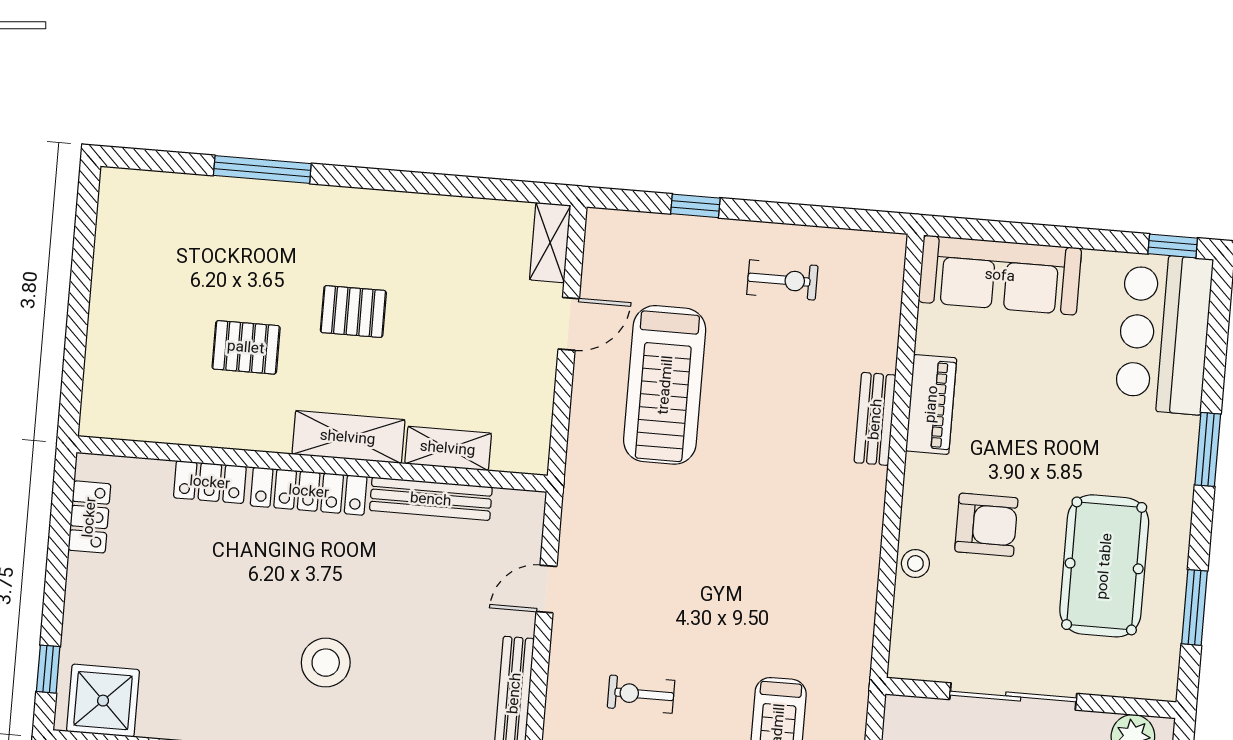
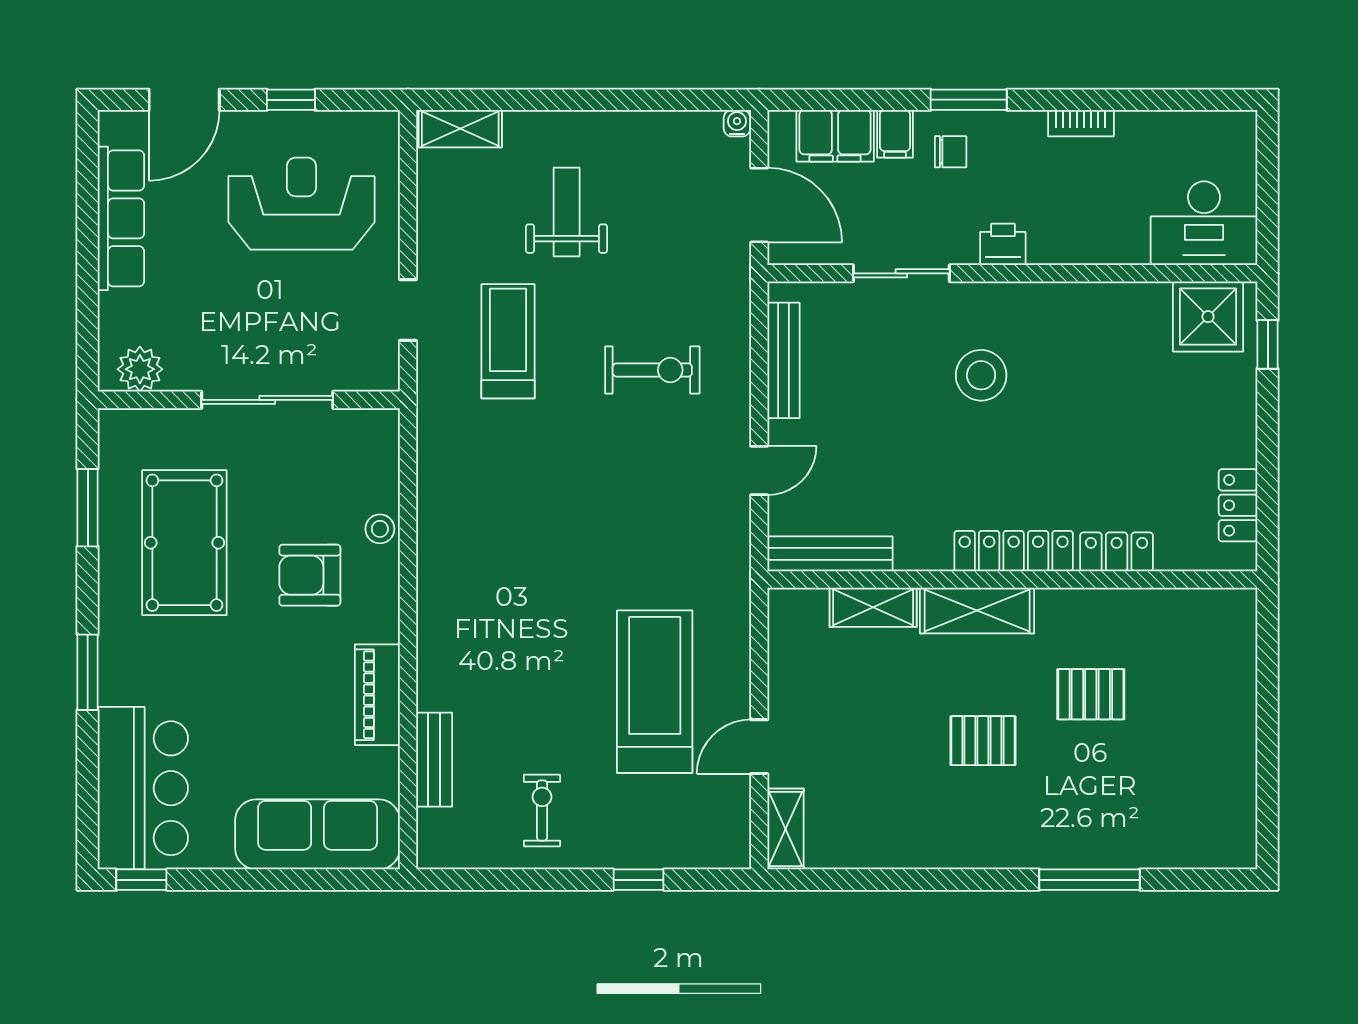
exercise bike: (782, 280) -> (542, 811), turned 90
bench: (875, 419) -> (434, 760), moved
bench: (431, 499) -> (830, 554), moved
exercise bike: (641, 694) -> (652, 370), width x1.38, depth x1.39

